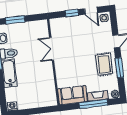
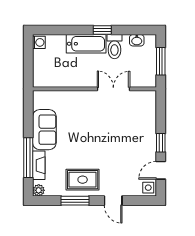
double door: (52, 49) -> (113, 89), moved
wall: (53, 62) -> (94, 89), moved

